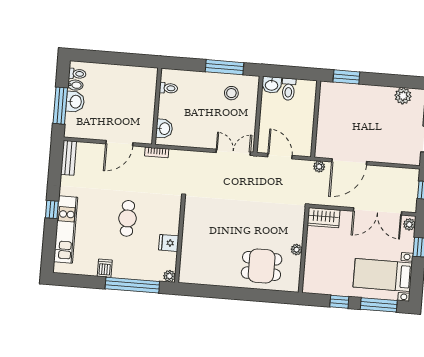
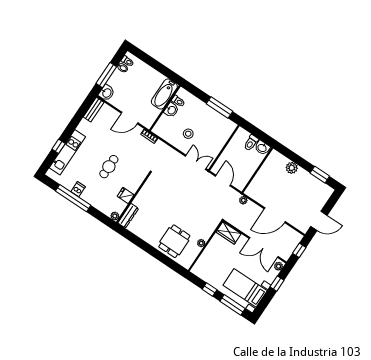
window: (346, 77) -> (320, 175), moved
washbasin: (272, 85) -> (262, 148), moved
bathtub: (146, 89) -> (164, 94), added
stool: (231, 93) -> (188, 134), moved
plant: (403, 96) -> (292, 168), moved
washbasin: (75, 102) -> (107, 93), moved
washbasin: (164, 129) -> (171, 110), moved
door: (349, 162) -> (275, 215), moved
window: (52, 209) -> (59, 146), moved
dresser: (186, 266) -> (128, 216), added
dining table: (262, 266) -> (174, 241), turned 90
window: (132, 285) -> (73, 198), moved

